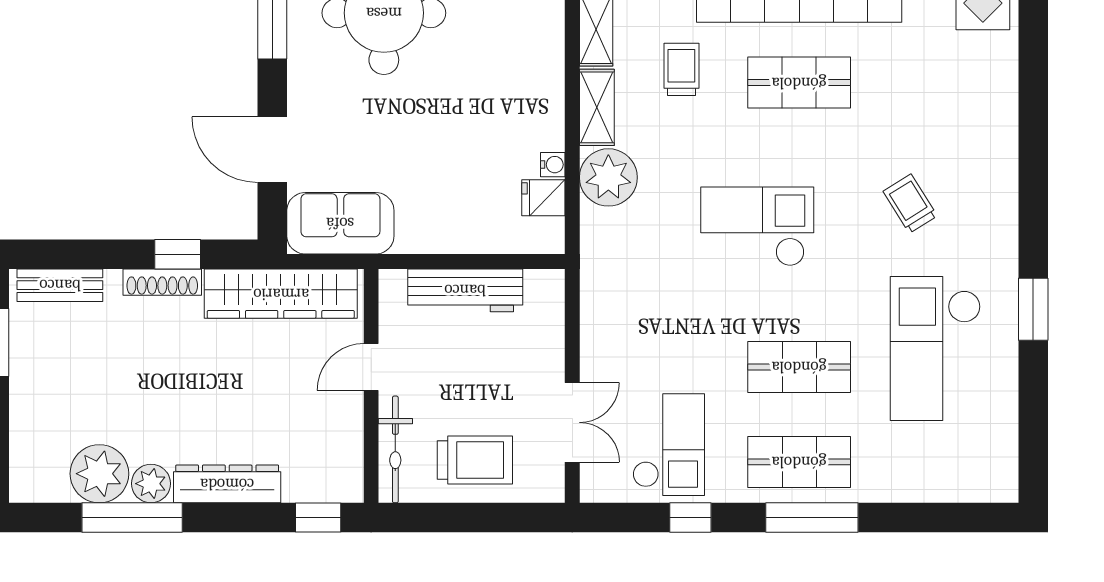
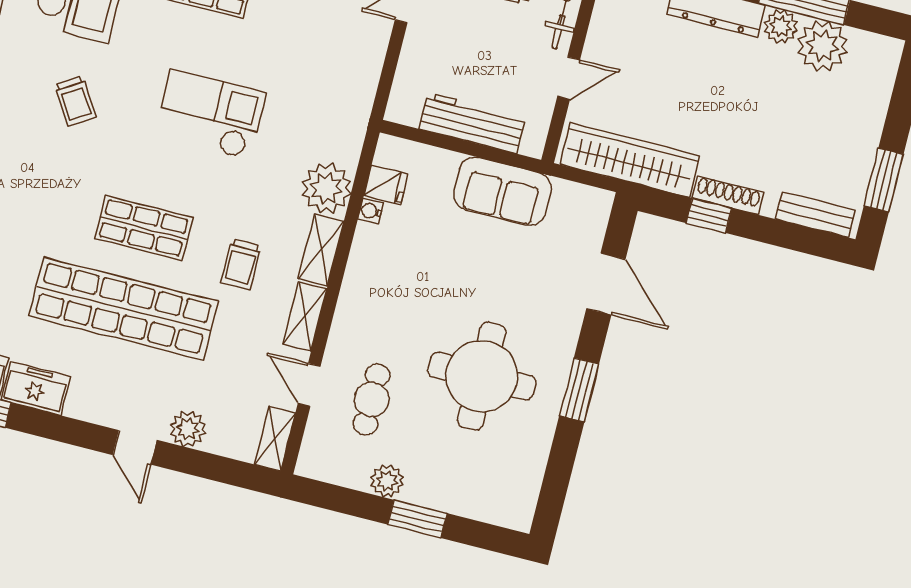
sofa: (340, 223) -> (503, 191), moved
checkout: (757, 226) -> (210, 114), turned 180

